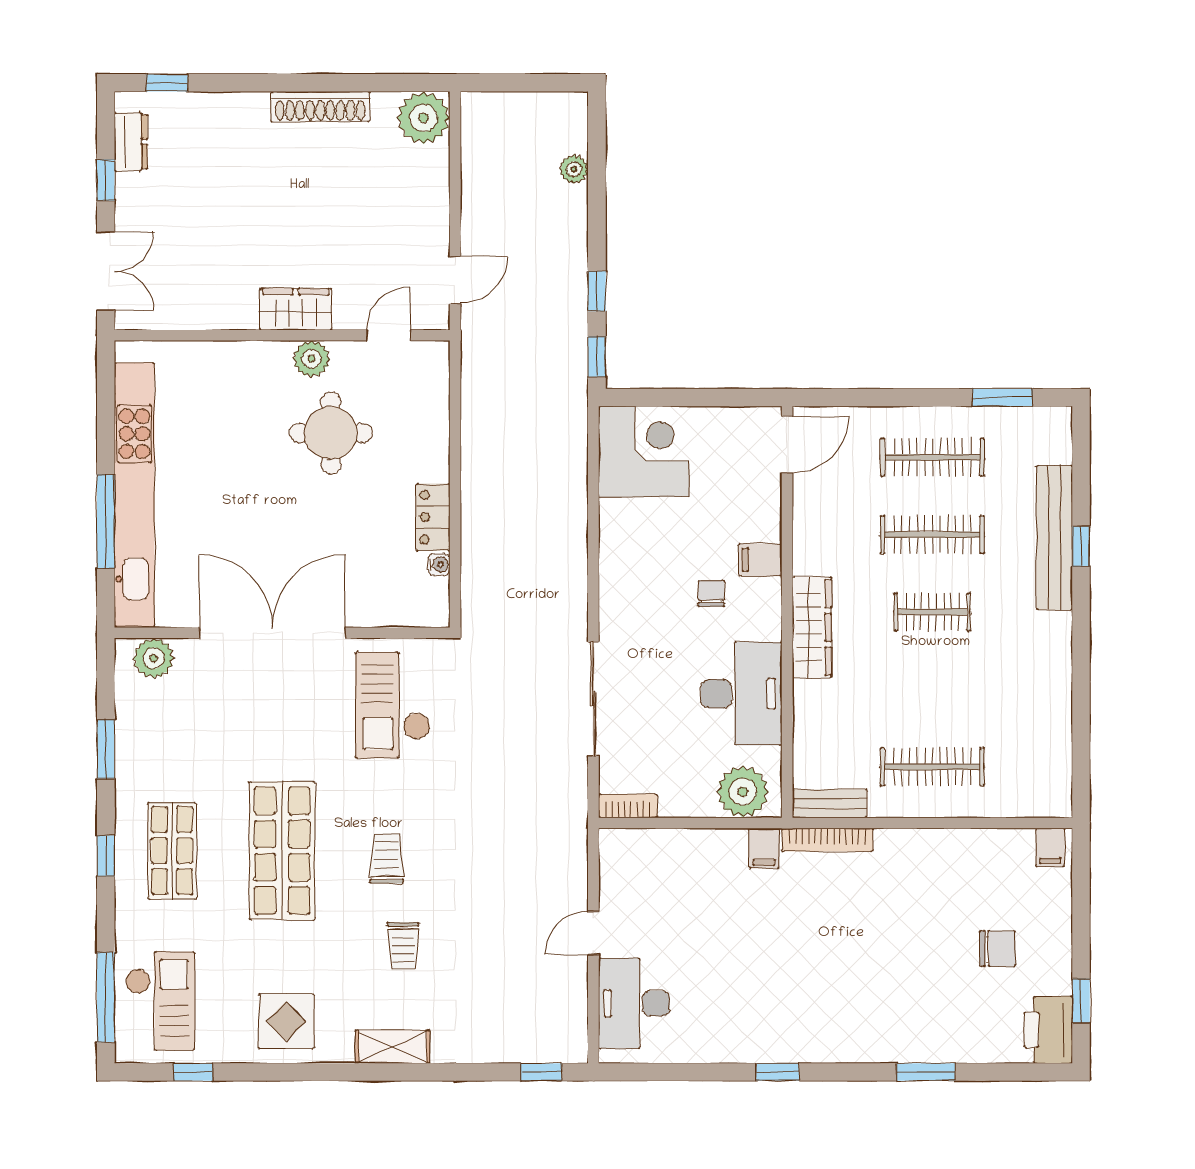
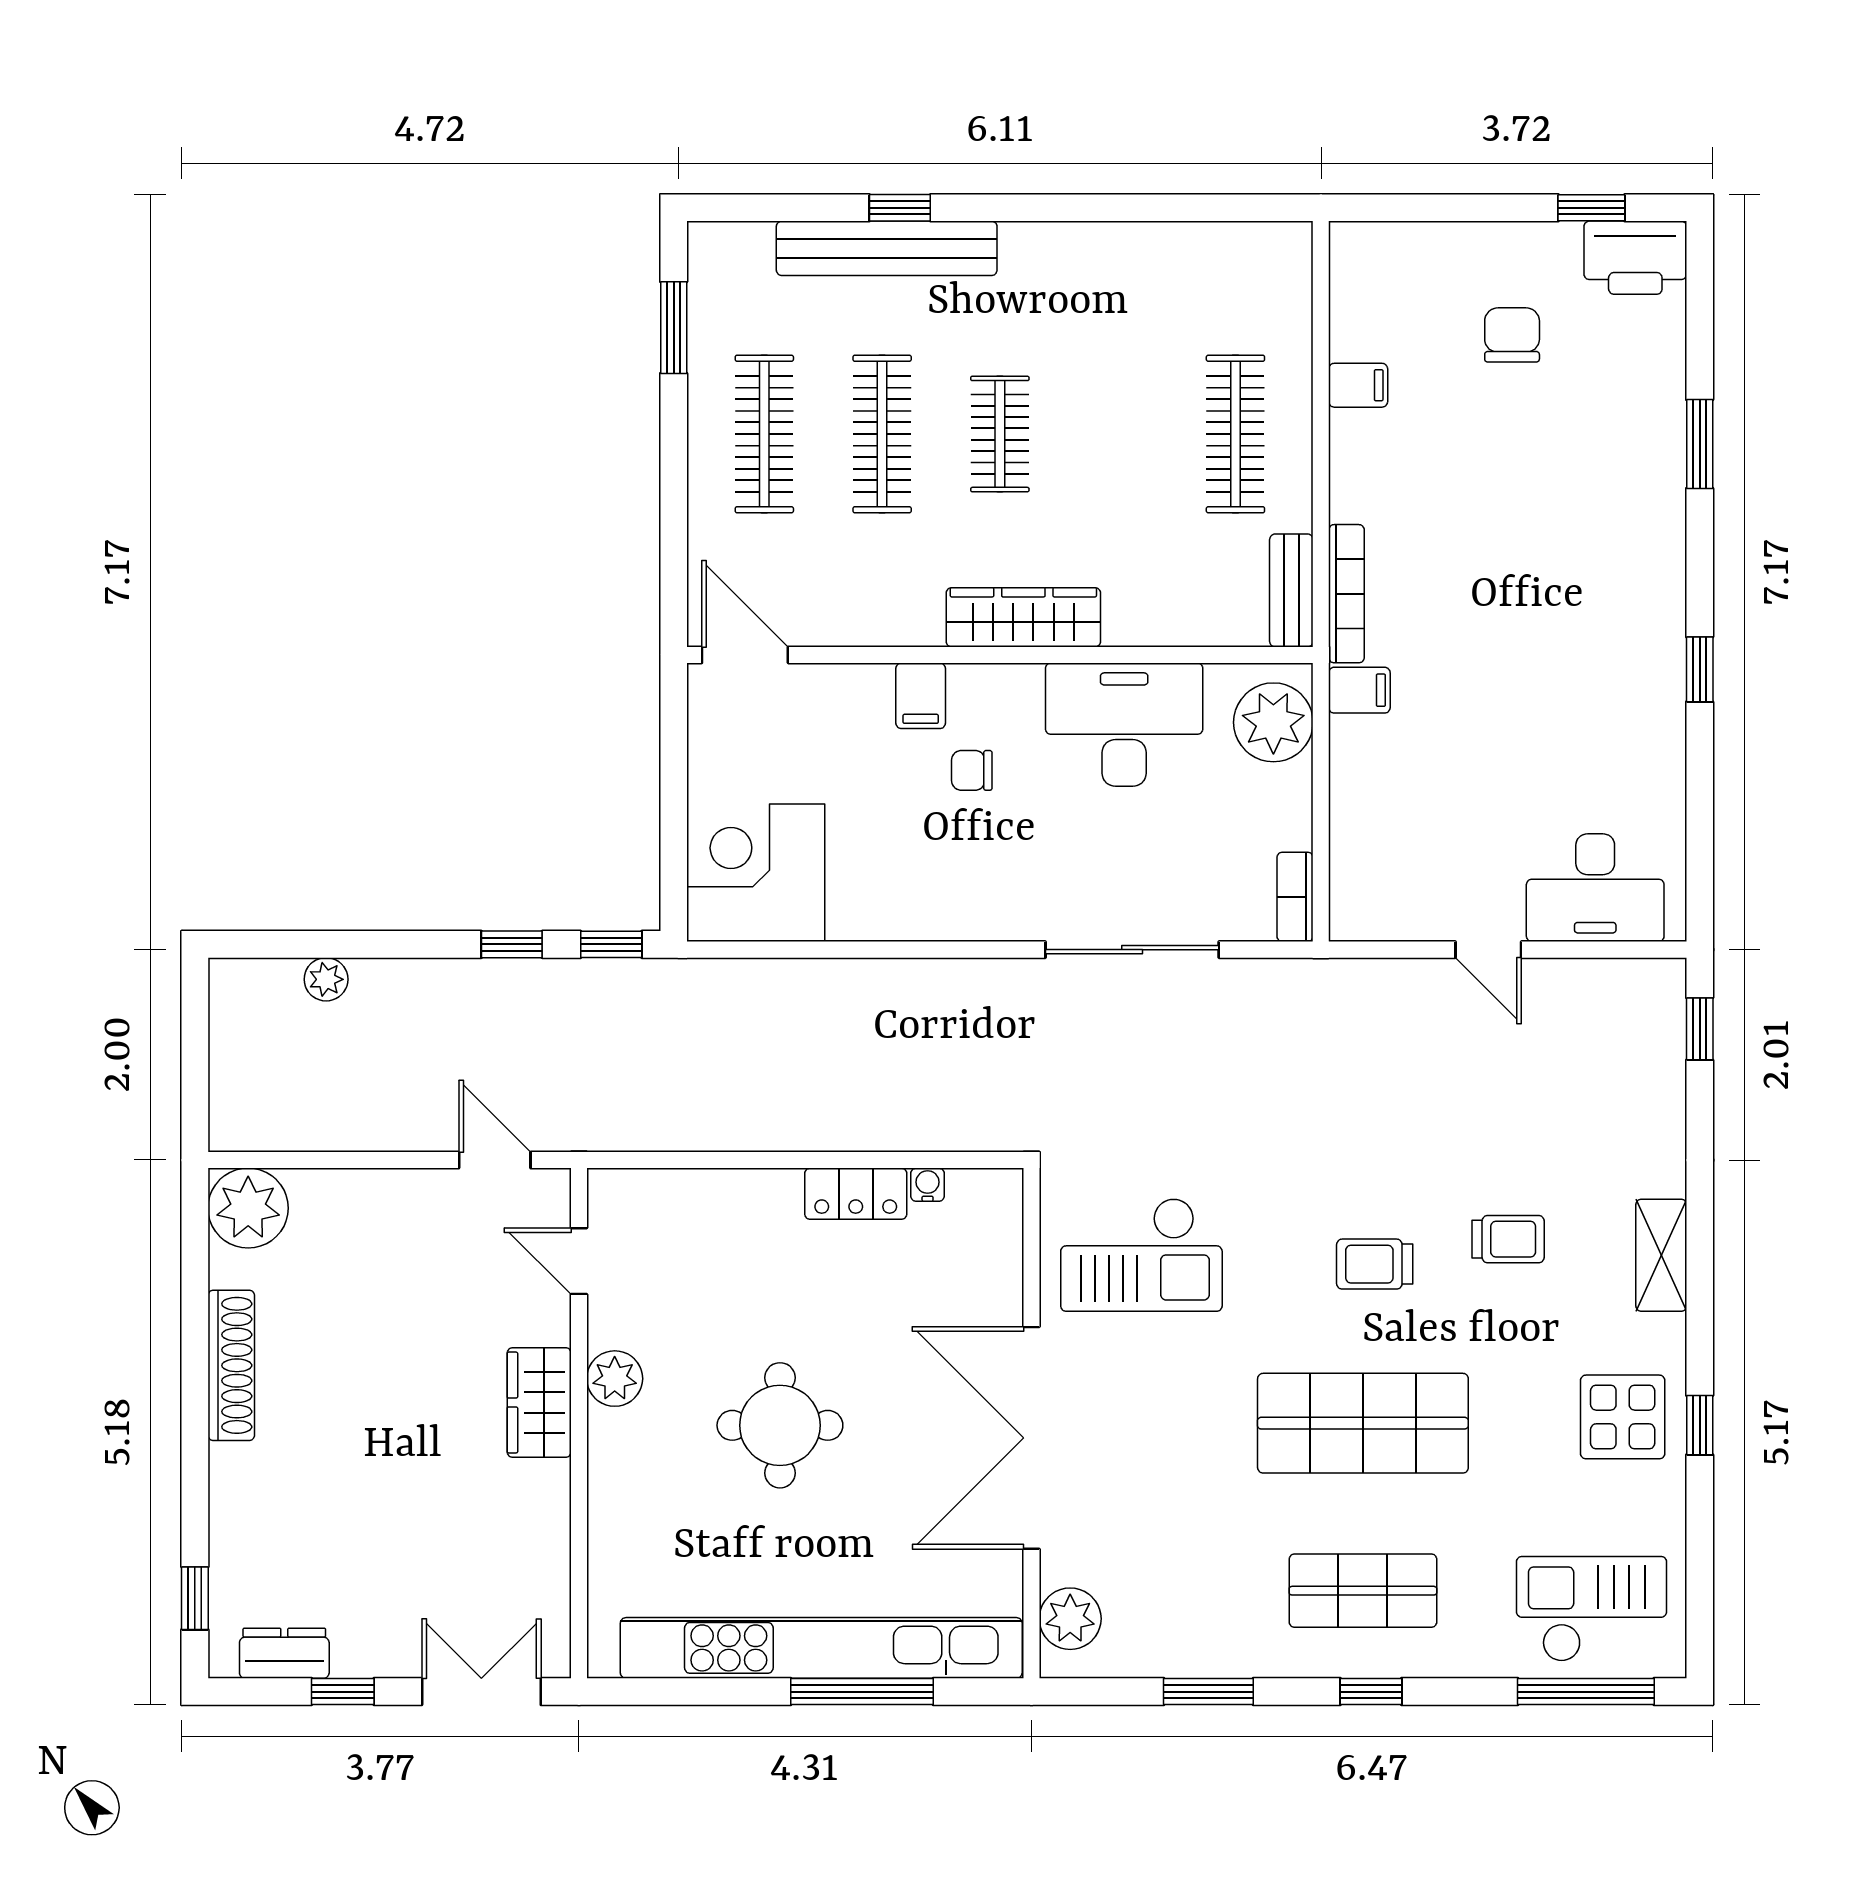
round table: (331, 433) -> (780, 1425), moved
filing cabinet: (1050, 847) -> (1358, 385), moved
window: (193, 1072) -> (1700, 1425), moved

